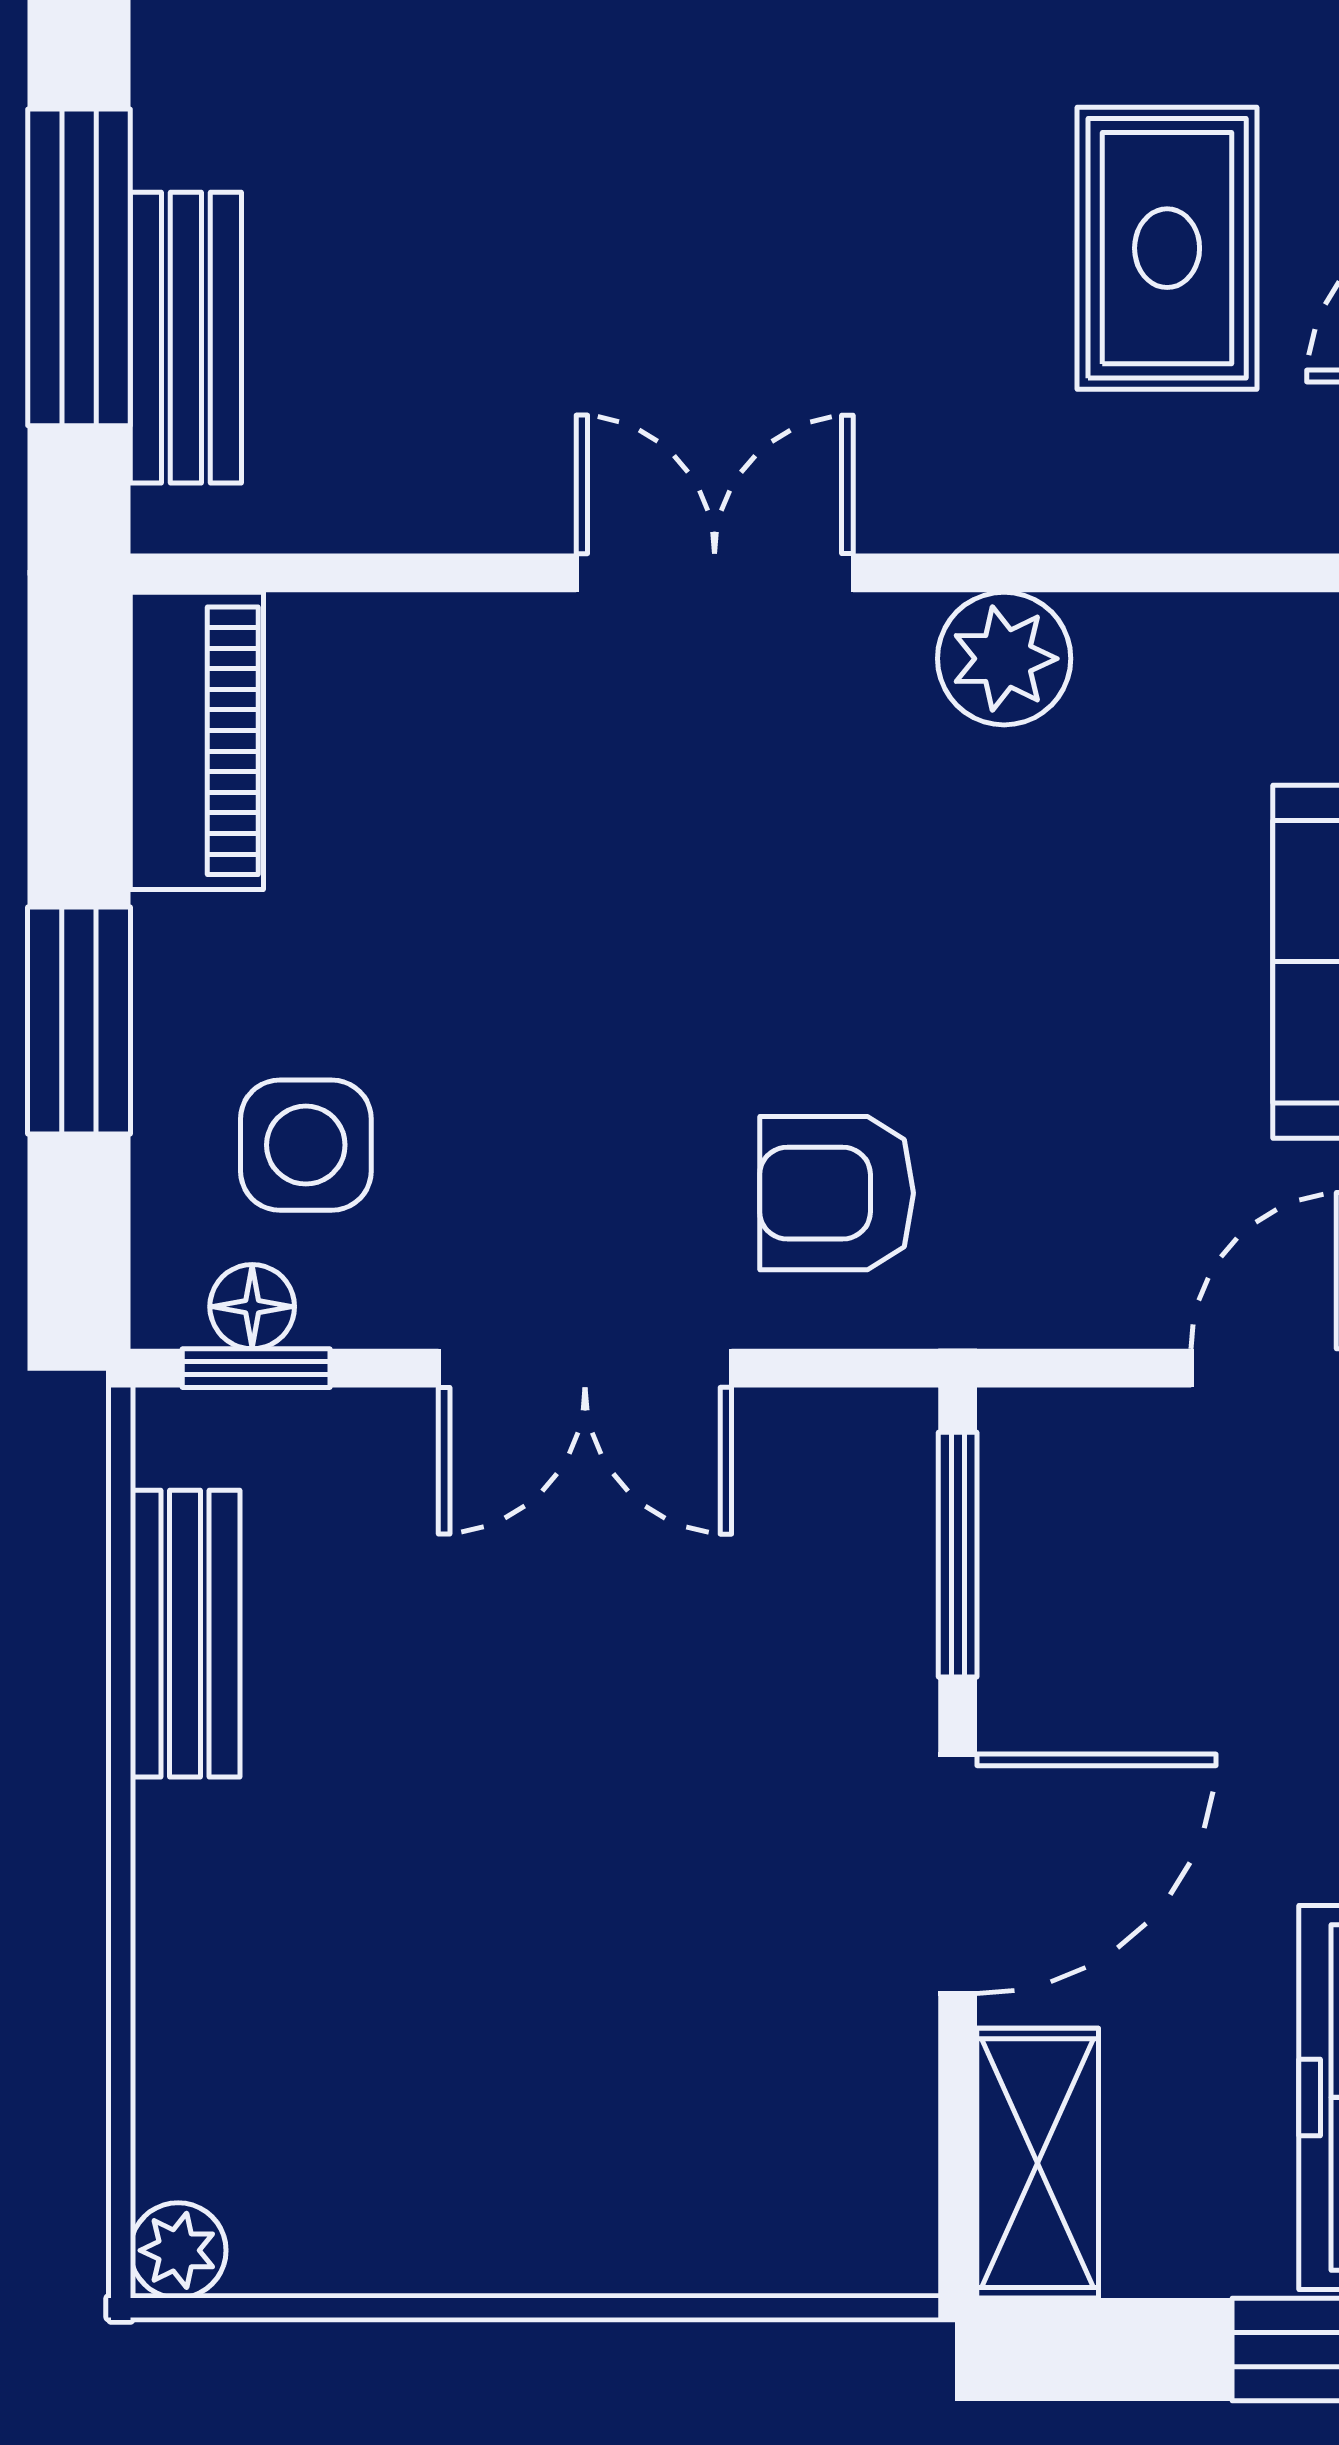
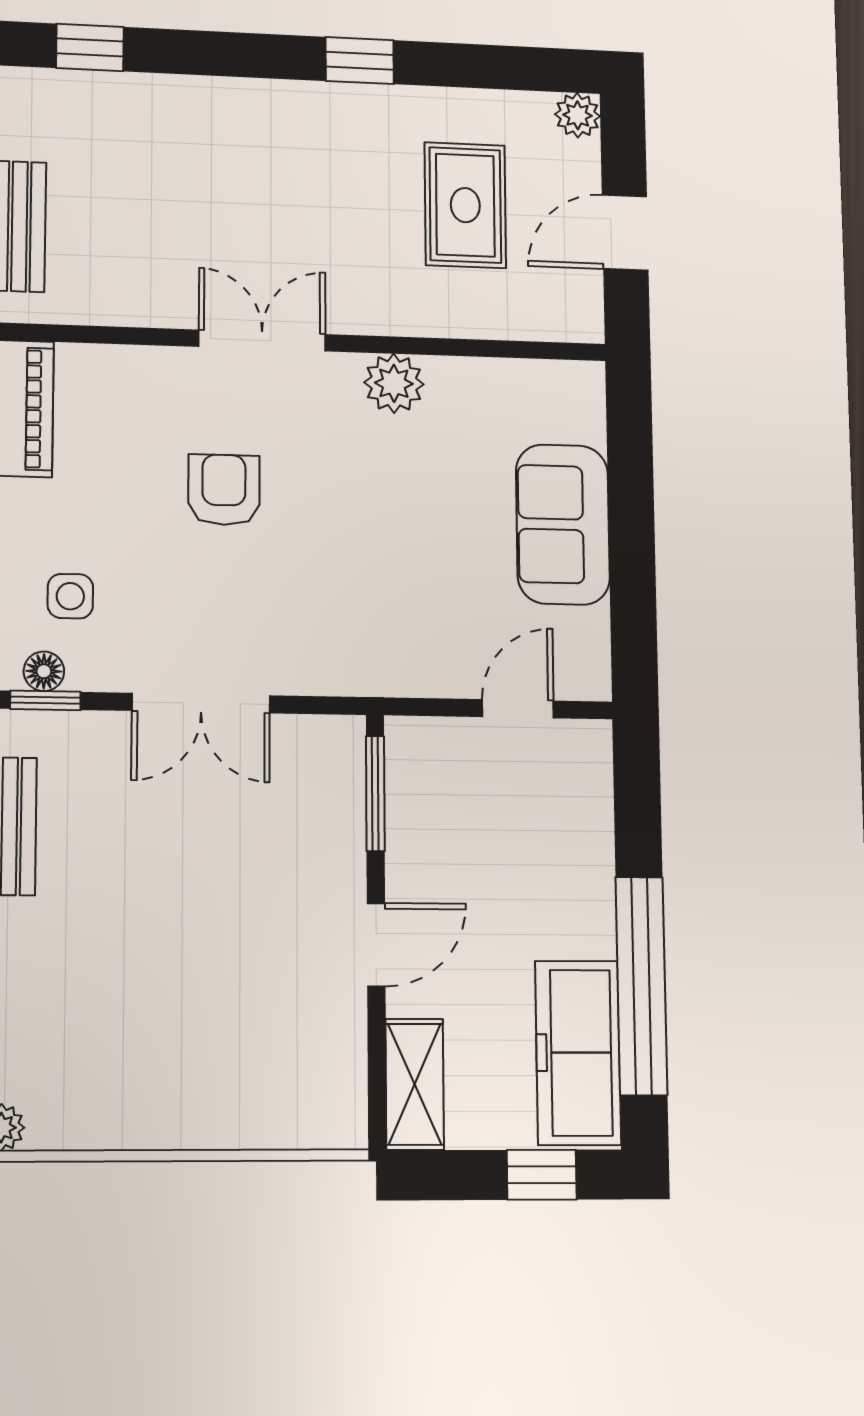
side table: (306, 1145) -> (70, 596), width x0.73, depth x0.73
armchair: (837, 1193) -> (224, 490), moved, turned 90
door: (958, 1874) -> (376, 945), width x0.73

